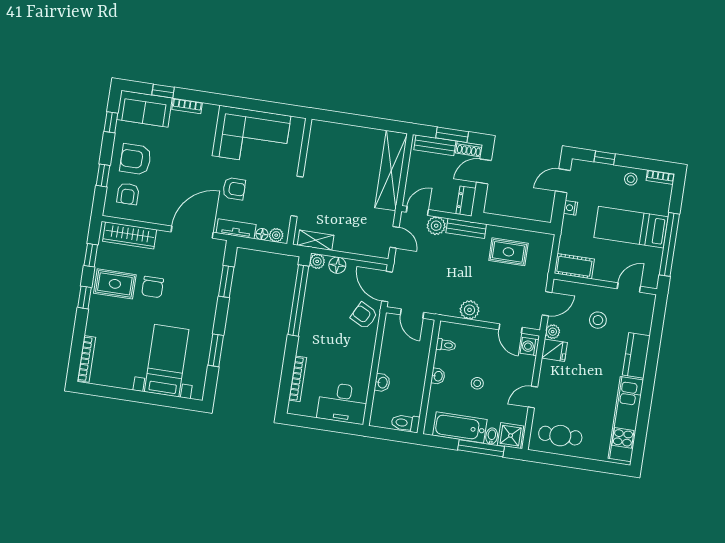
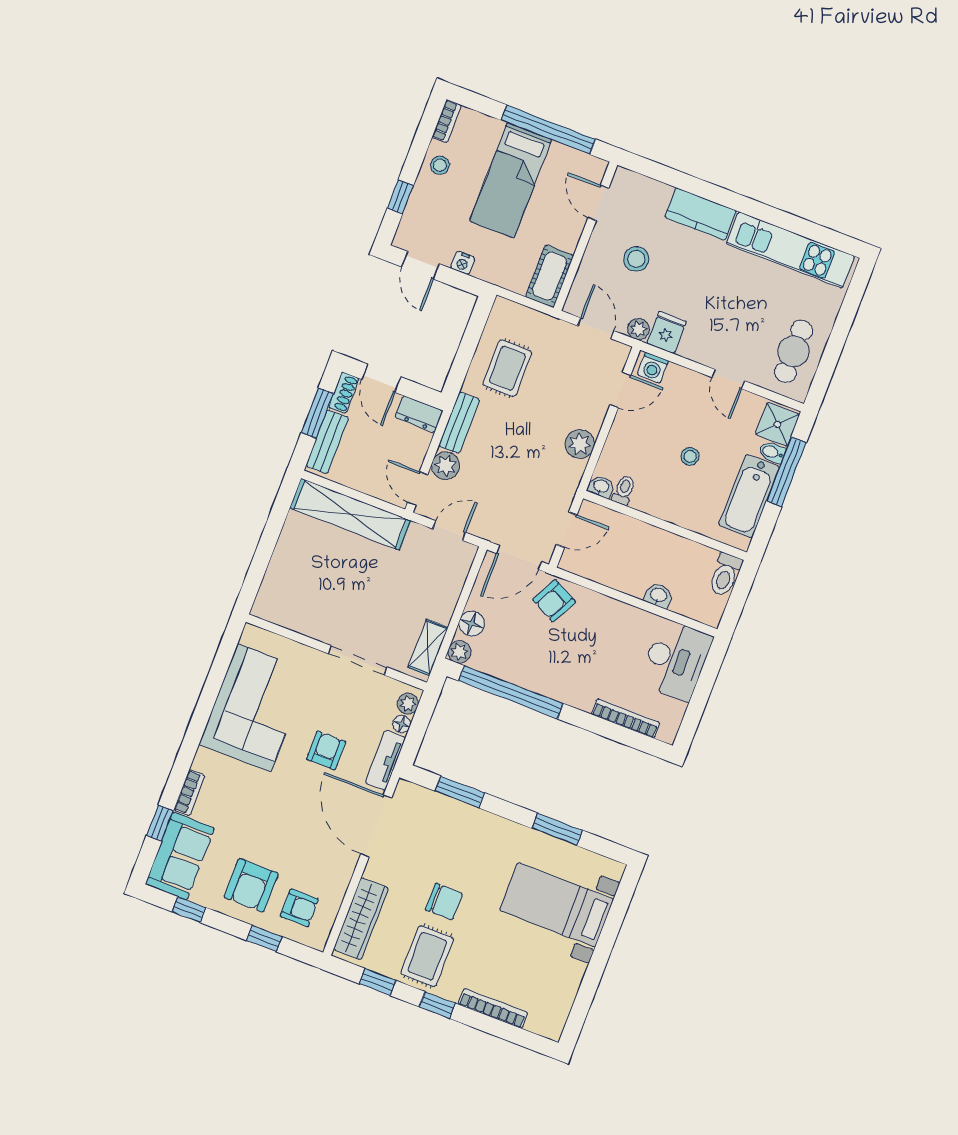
bookcase: (86, 359) -> (493, 1008), moved
washbasin: (438, 376) -> (601, 487), moved

